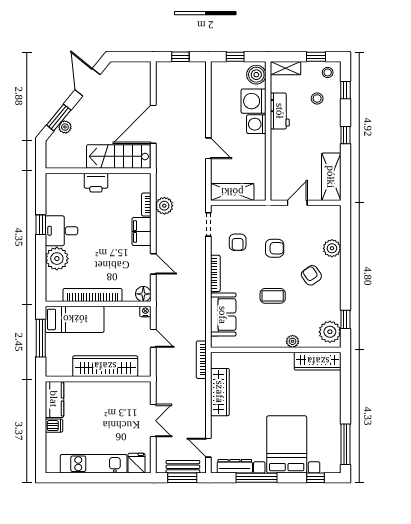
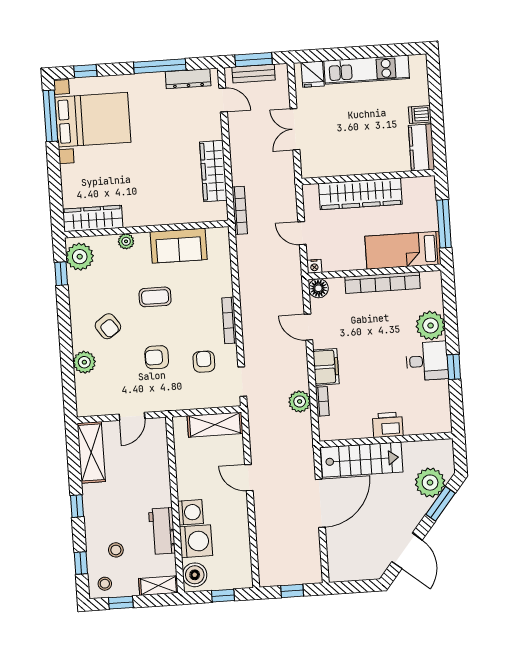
plant: (65, 127) -> (430, 483), width x1.88, depth x1.88
sofa: (223, 315) -> (179, 246), moved, turned -90
bed with nightstands: (287, 444) -> (93, 120), moved, turned -90

